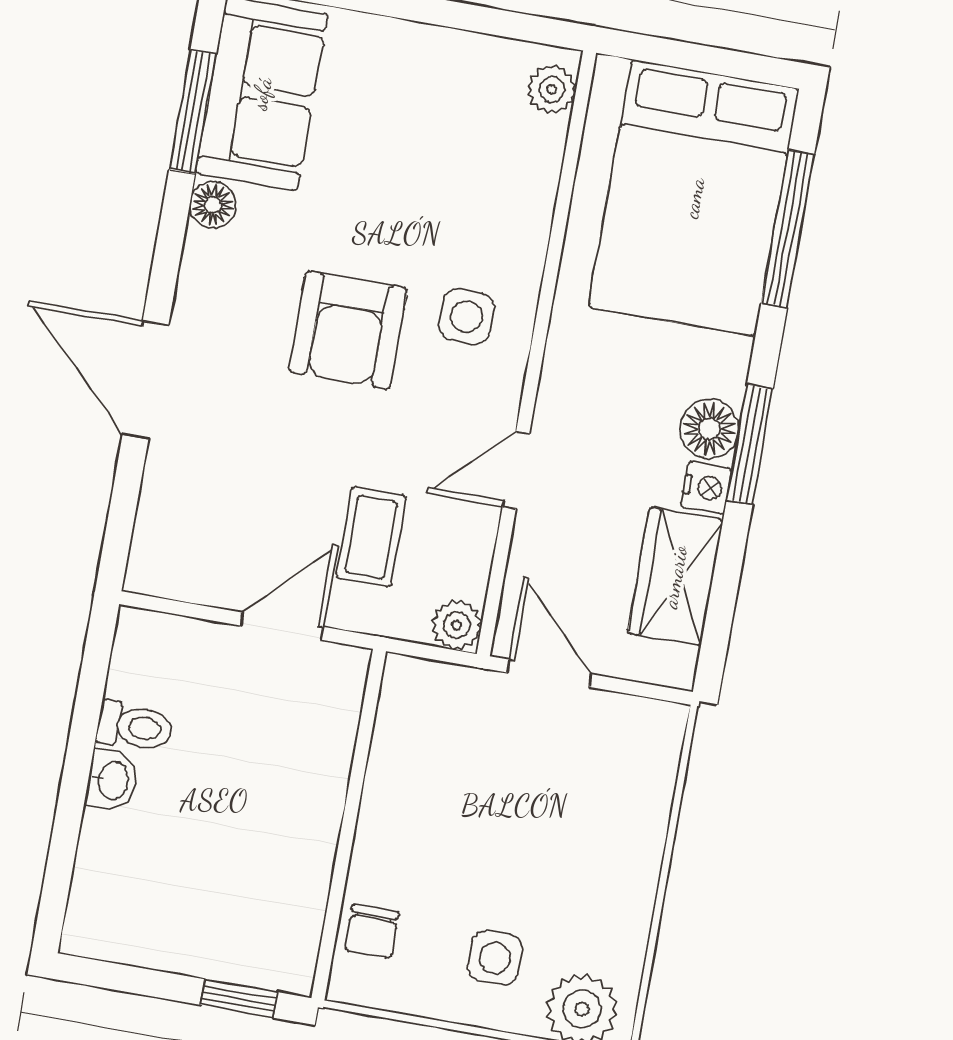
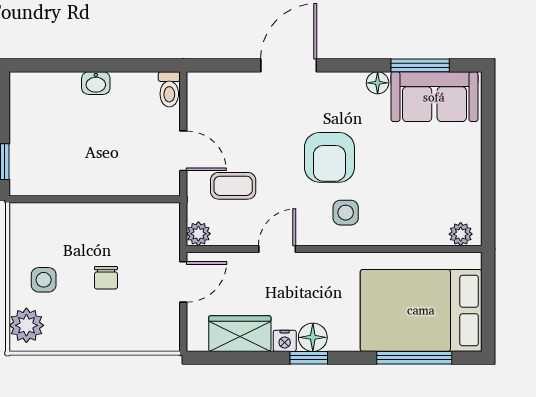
armchair: (348, 330) -> (329, 157), turned -90
window: (750, 444) -> (309, 358), width x0.67
door: (516, 470) -> (277, 249), hinge flipped
toilet: (135, 726) -> (169, 89), moved
chair: (372, 931) -> (106, 278), moved, turned -90

